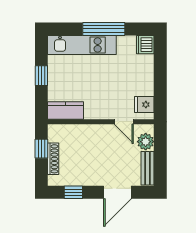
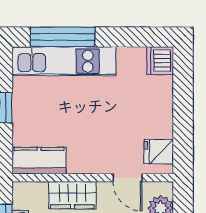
window: (104, 29) -> (63, 37), moved
wardrobe: (87, 133) -> (72, 195), added

